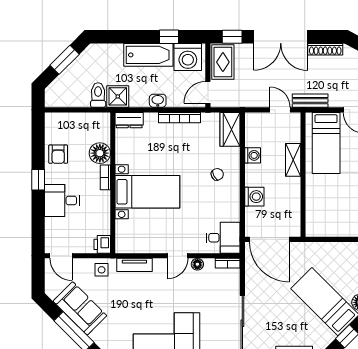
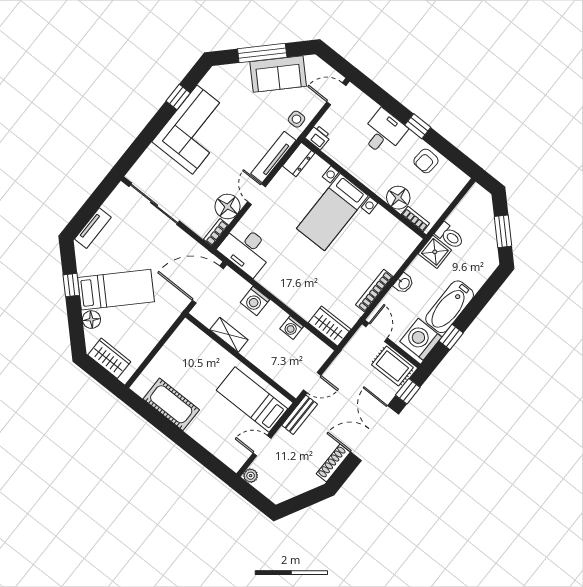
dresser: (129, 120) -> (299, 160), moved, turned 180
armchair: (58, 154) -> (426, 161), turned -86
shelving: (293, 160) -> (229, 335), moved
chair: (217, 174) -> (300, 284), removed
bookcase: (105, 177) -> (415, 219), moved
desk: (223, 238) -> (246, 250), width x1.37
floor lamp: (197, 264) -> (227, 206), width x1.89, depth x1.89
tv unit: (134, 265) -> (273, 157), width x1.41

